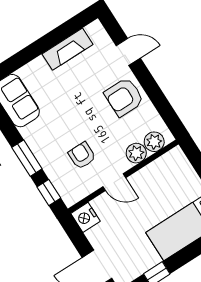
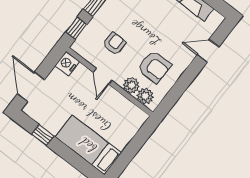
door: (128, 52) -> (208, 51), swing flipped
armchair: (124, 97) -> (154, 67), moved, turned 180

